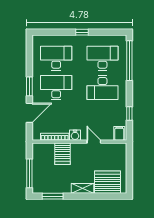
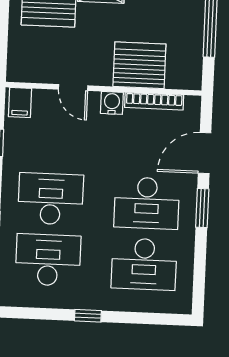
desk: (102, 58) -> (48, 260), turned 180
server rack: (63, 154) -> (139, 65), width x1.60

